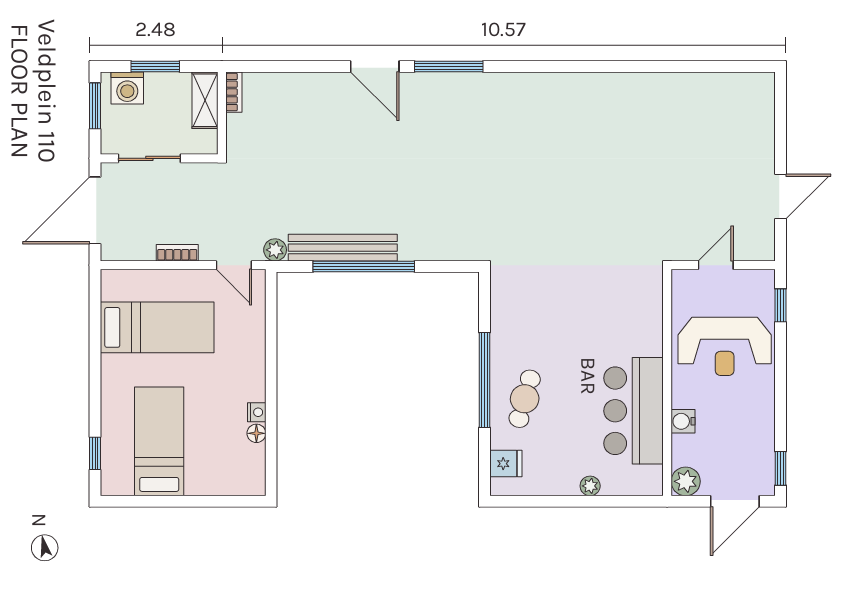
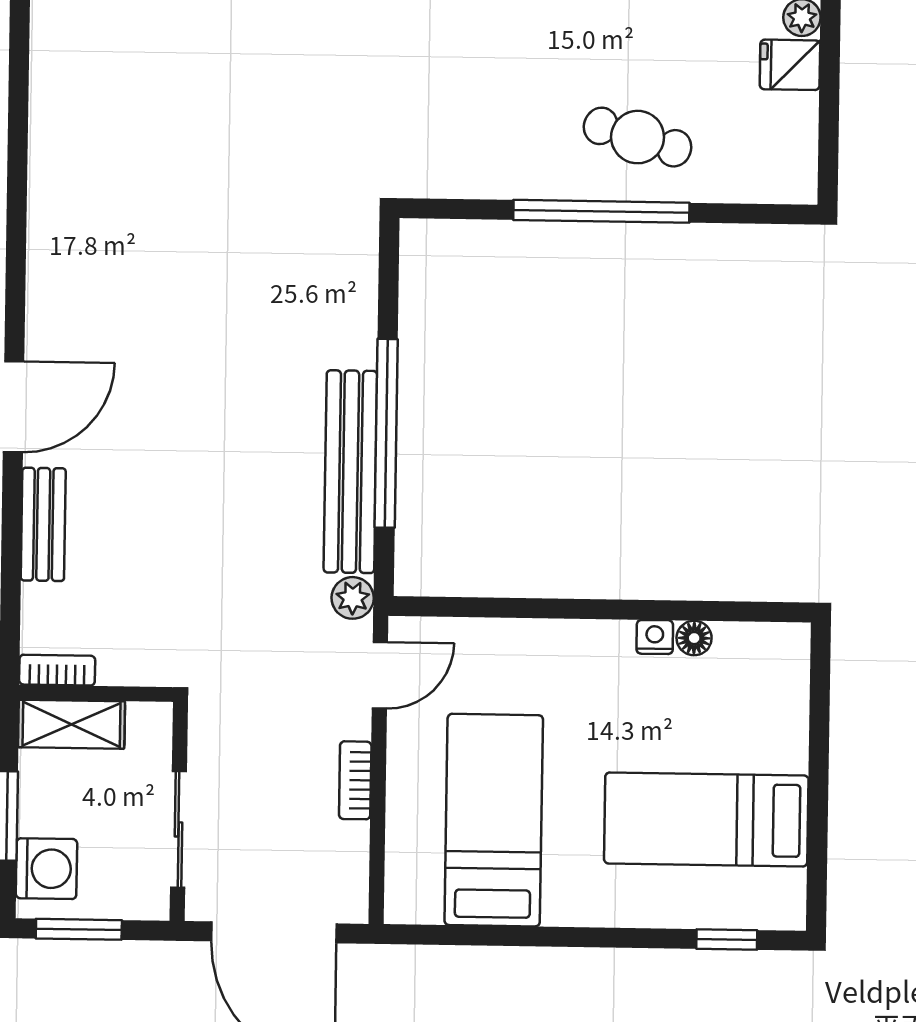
window: (449, 66) -> (16, 269), removed
bench: (312, 83) -> (43, 524), added
fridge: (506, 464) -> (790, 65), moved, turned -90

